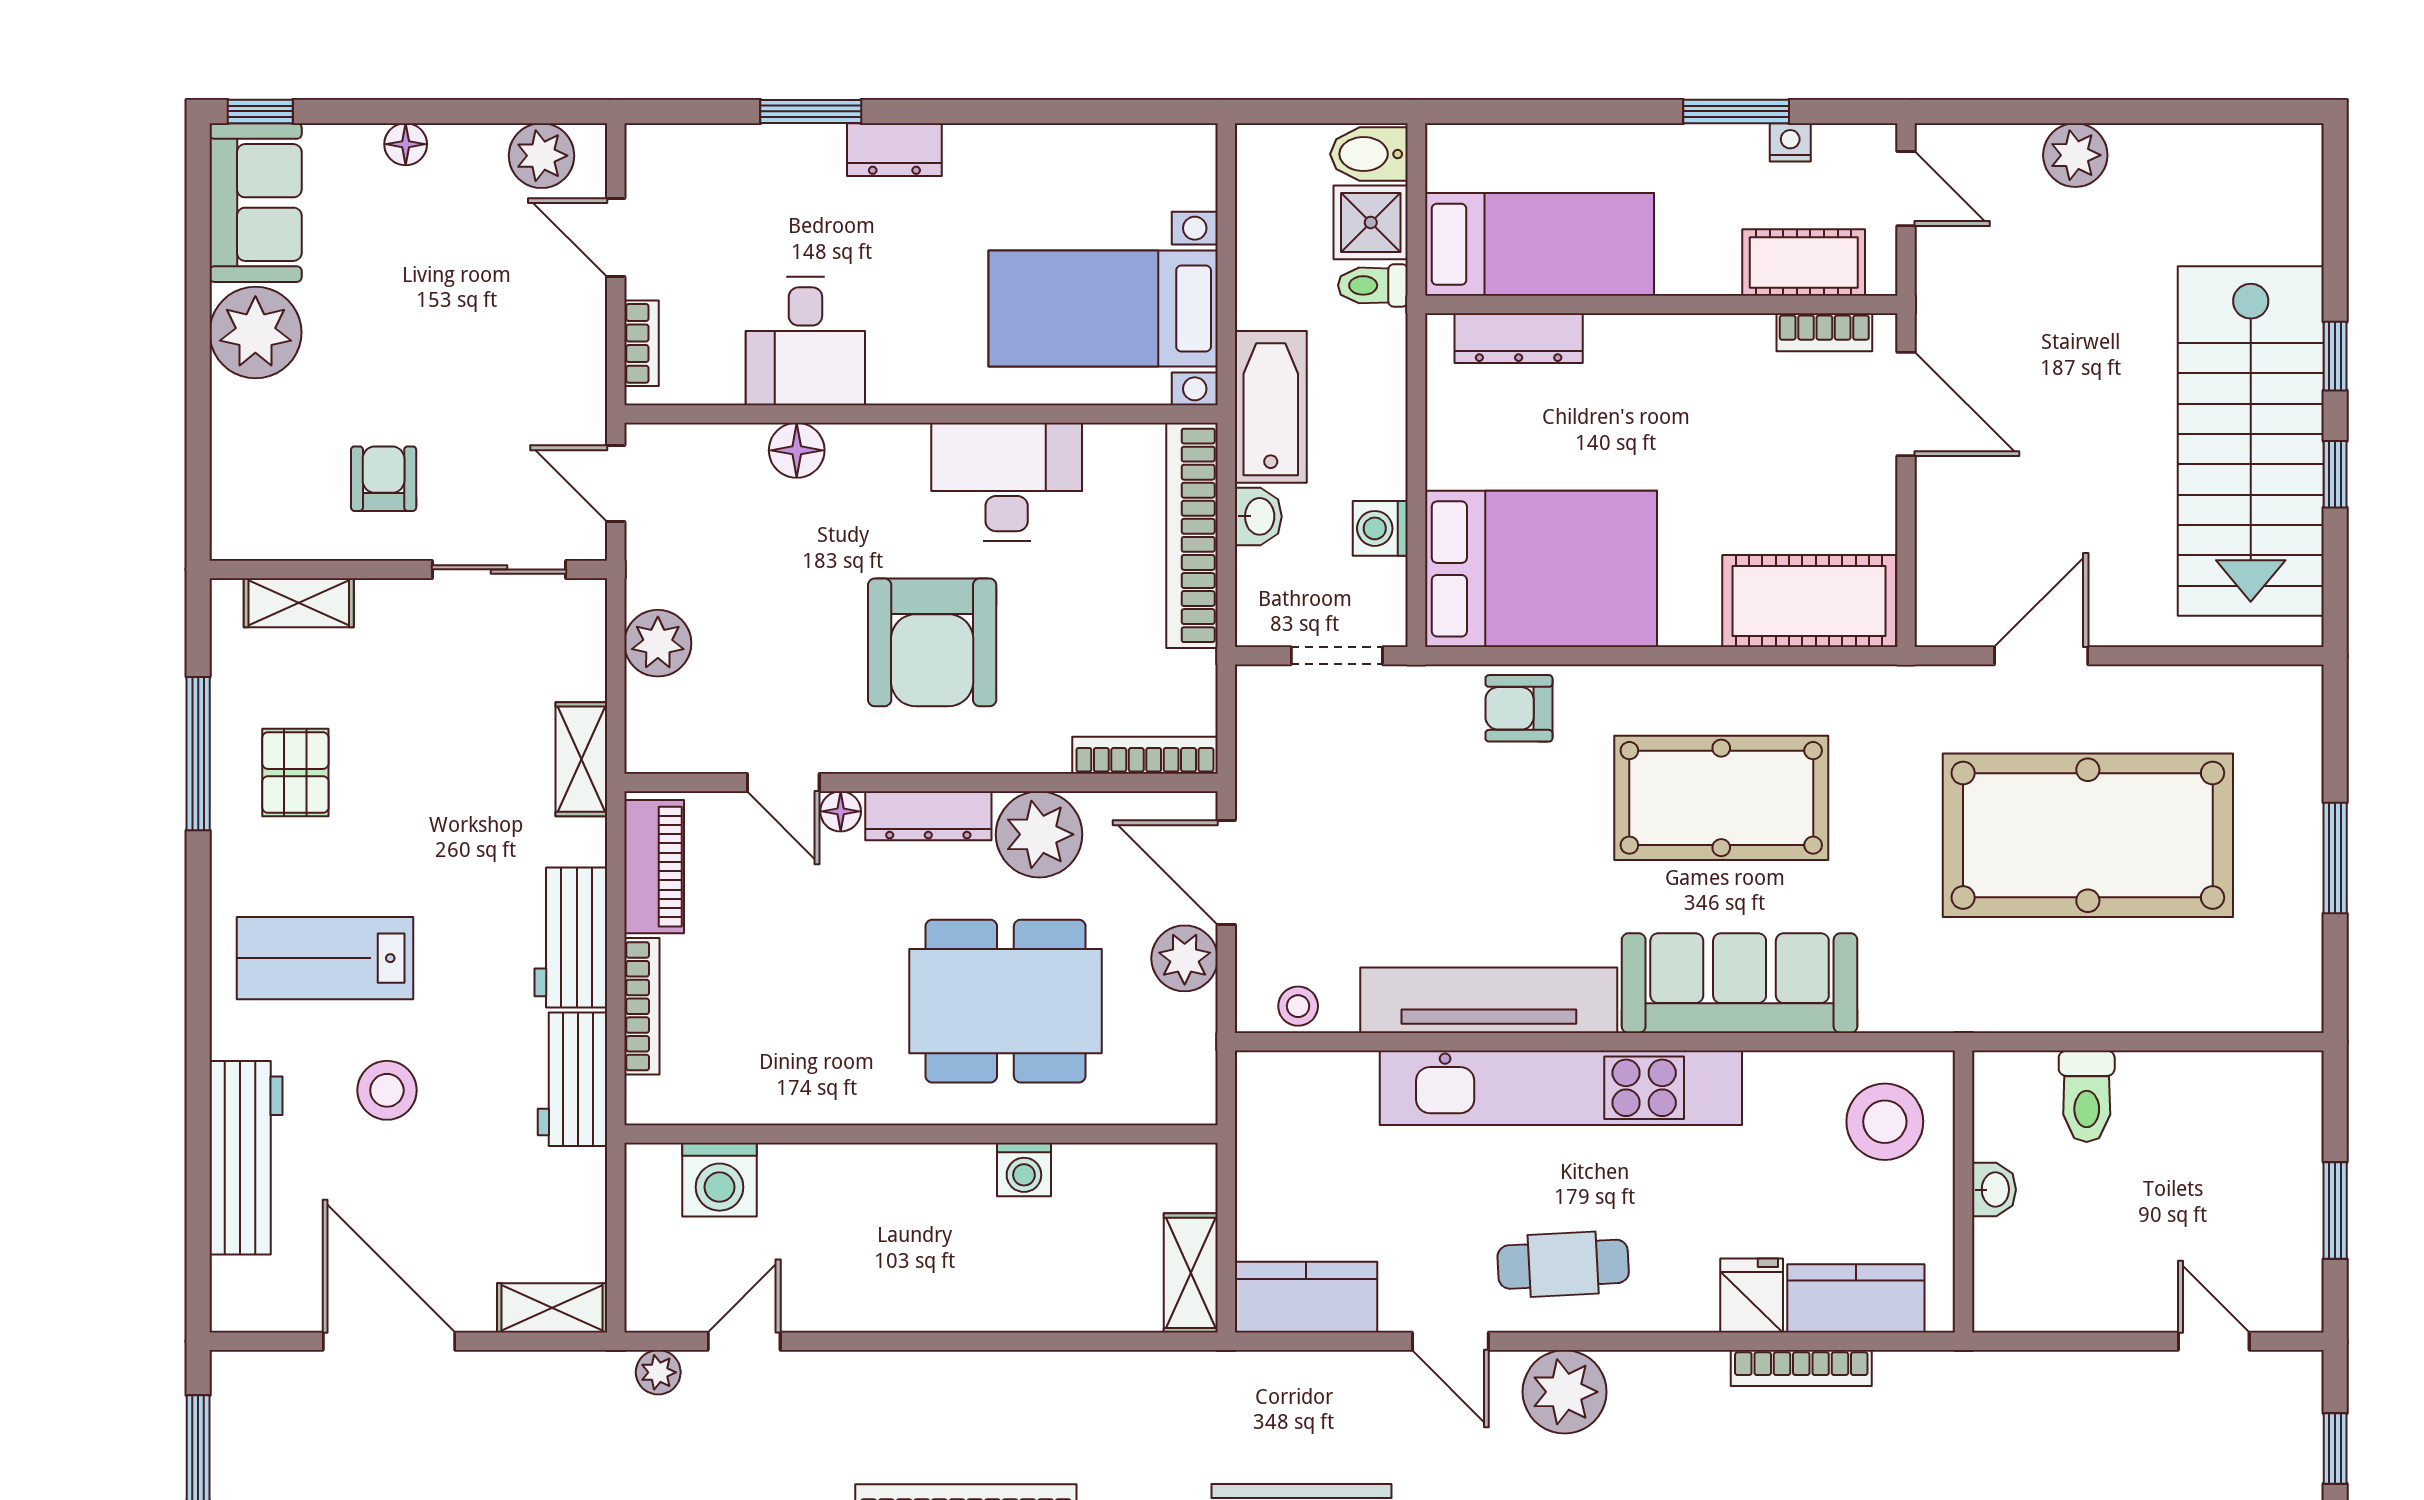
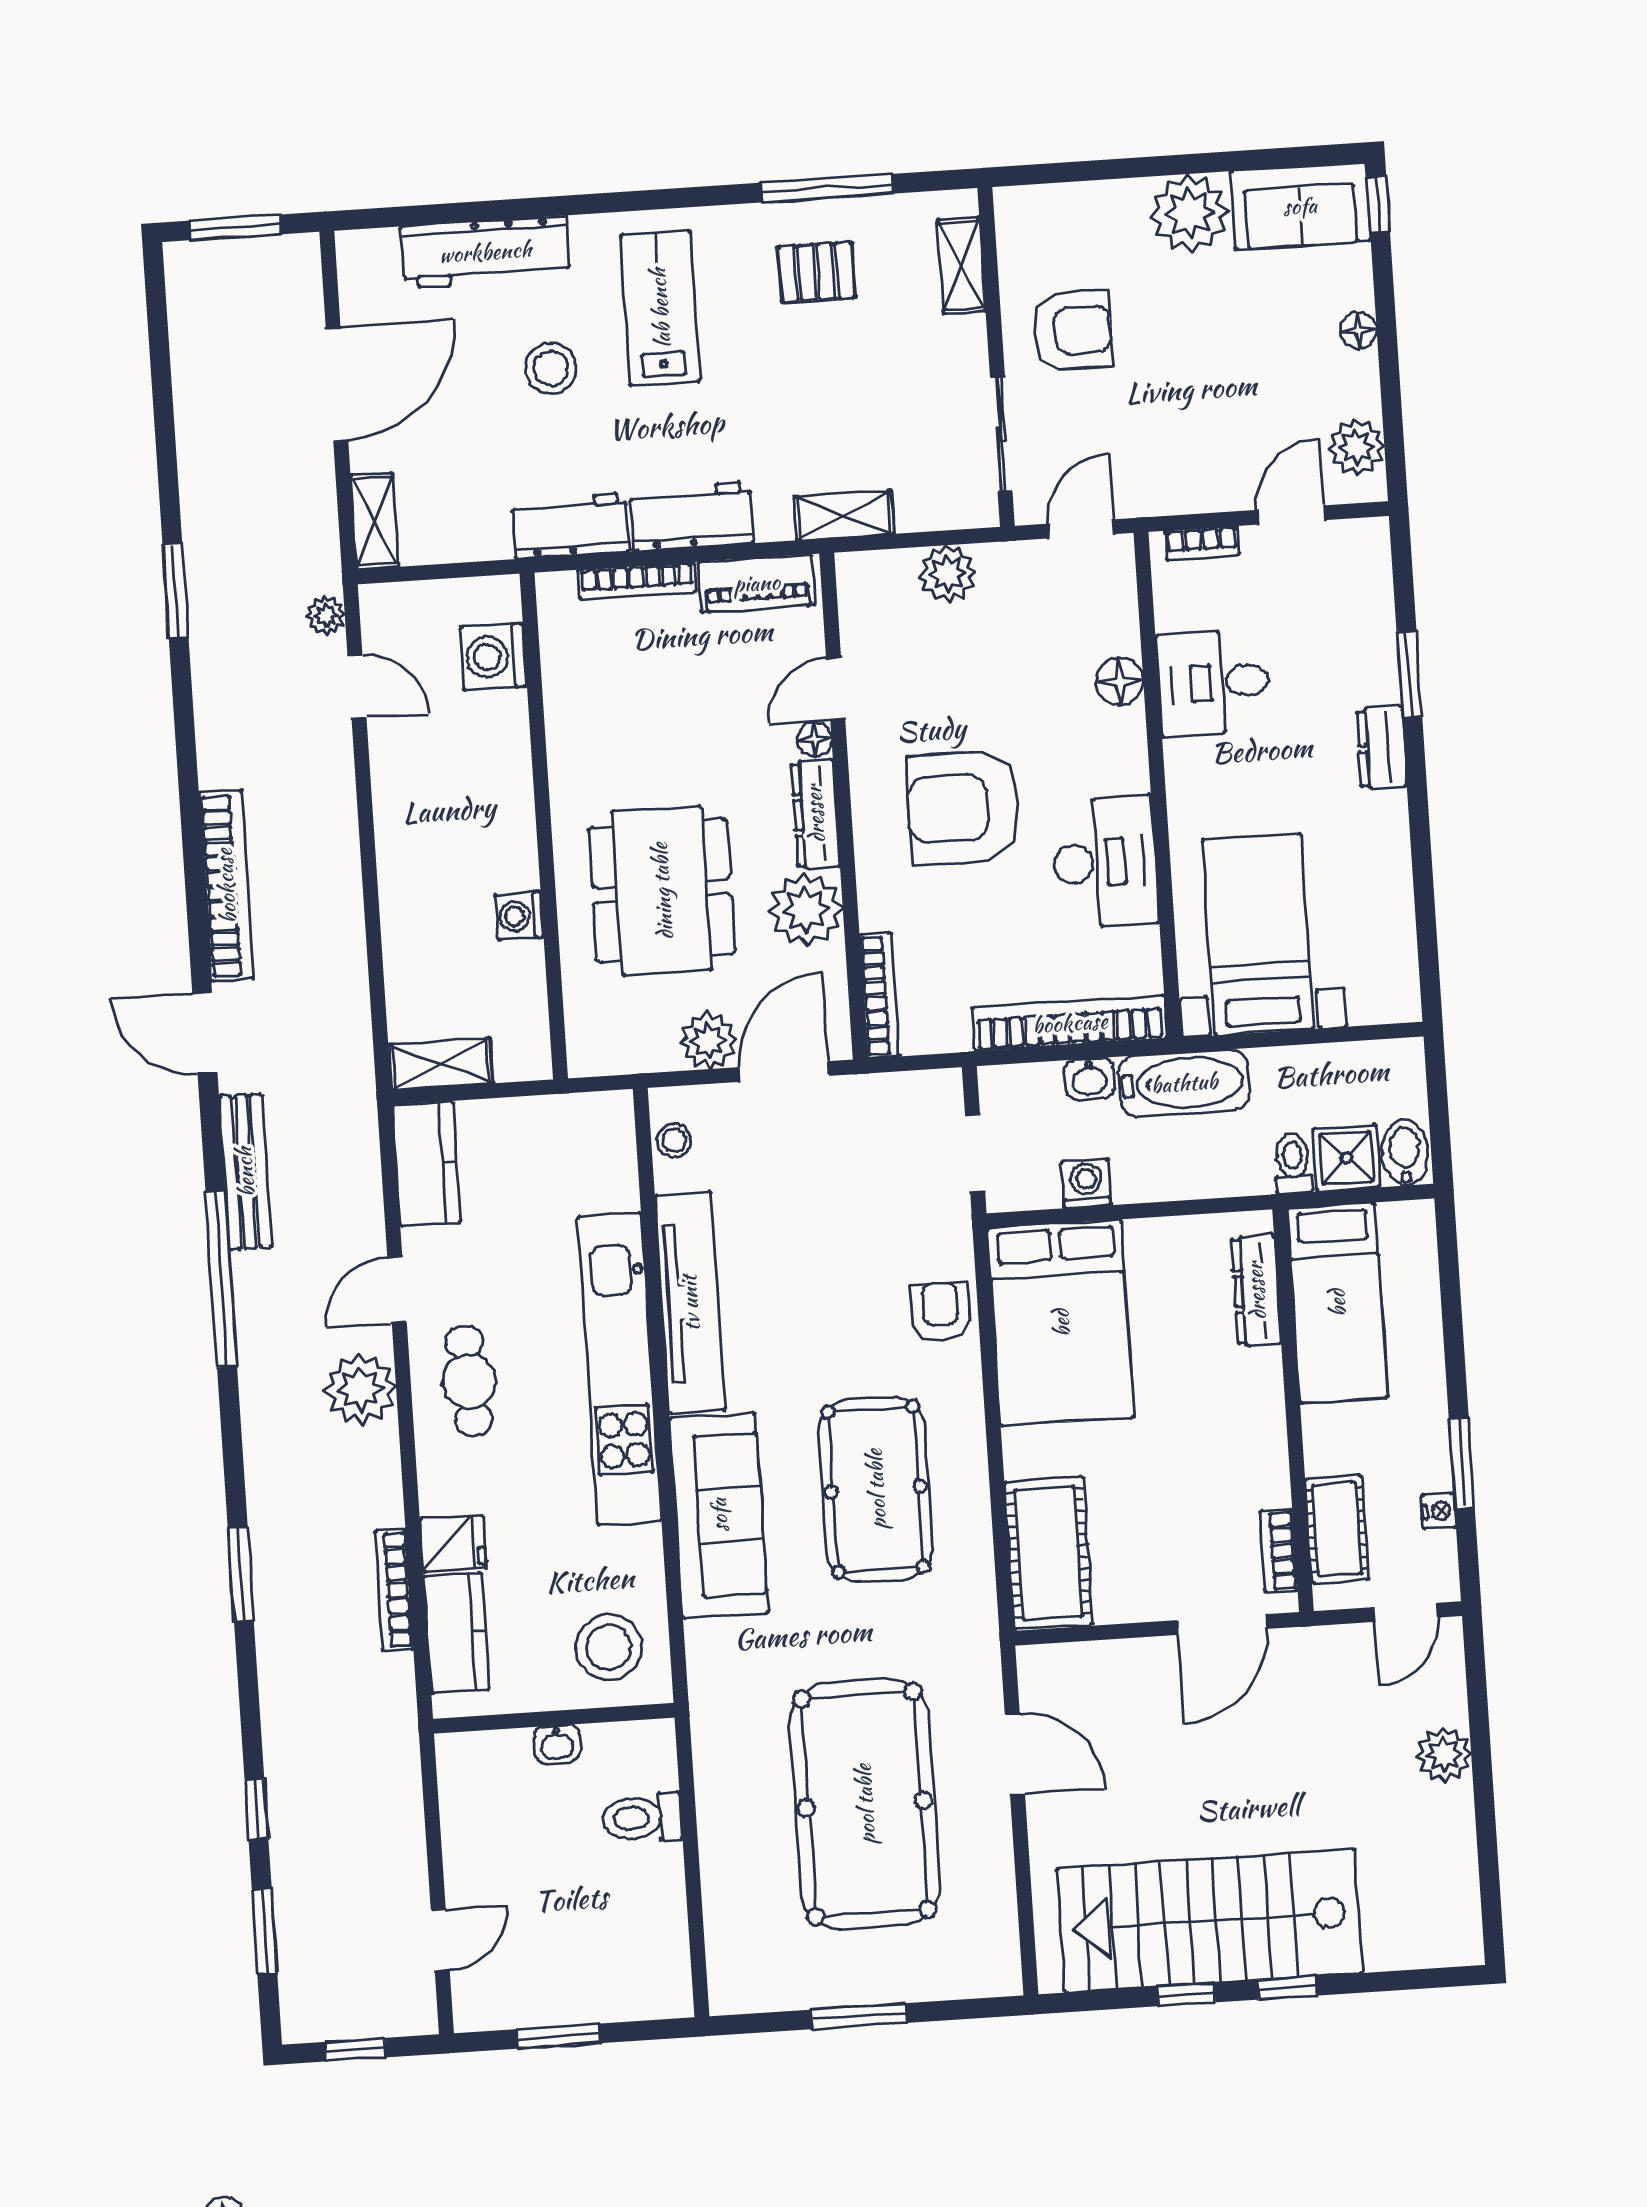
armchair: (384, 479) -> (1072, 331), width x1.38, depth x1.38

